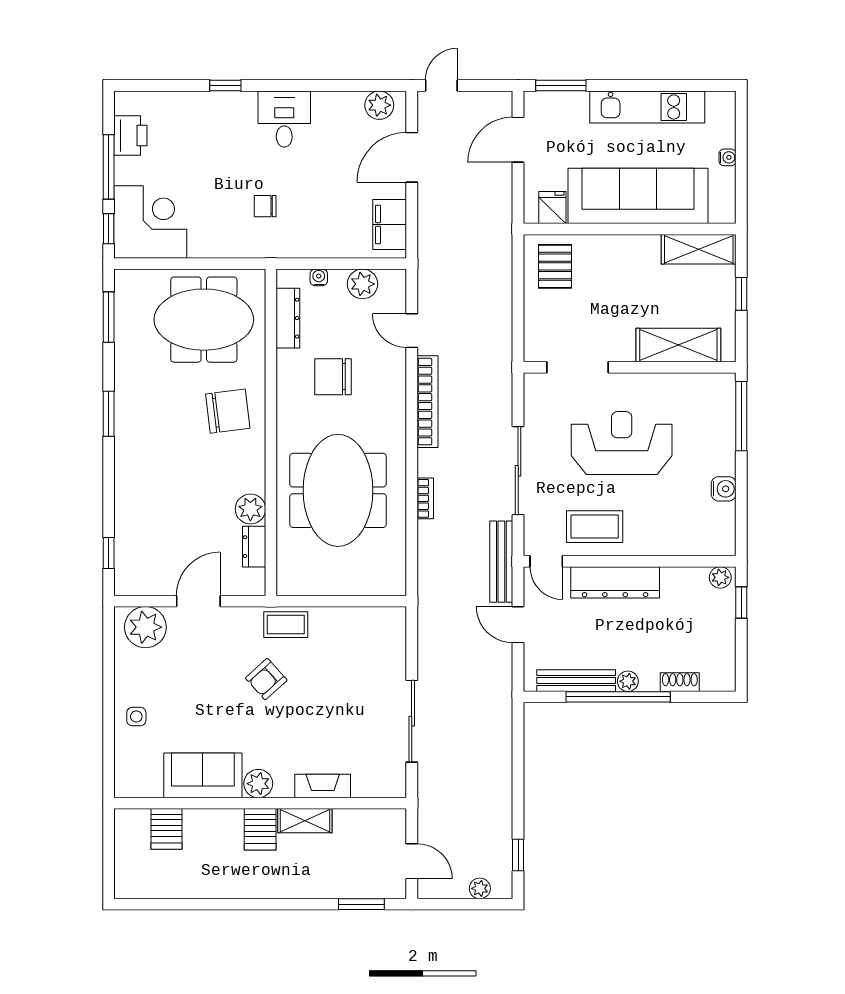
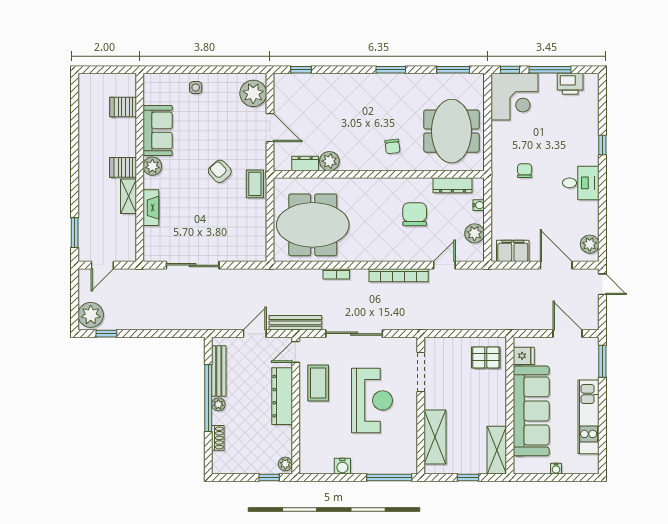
chair: (228, 411) -> (392, 146), width x0.54, depth x0.54
meeting table: (338, 490) -> (313, 225), moved
plant: (480, 888) -> (91, 315), width x1.87, depth x1.87

